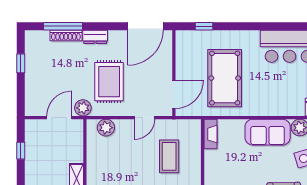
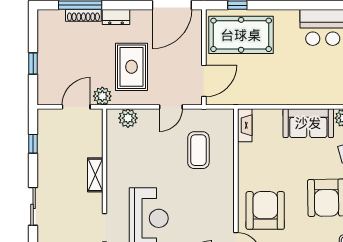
window: (21, 63) -> (33, 63), moved
pool table: (225, 78) -> (241, 35), moved, turned 90

